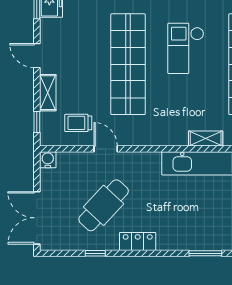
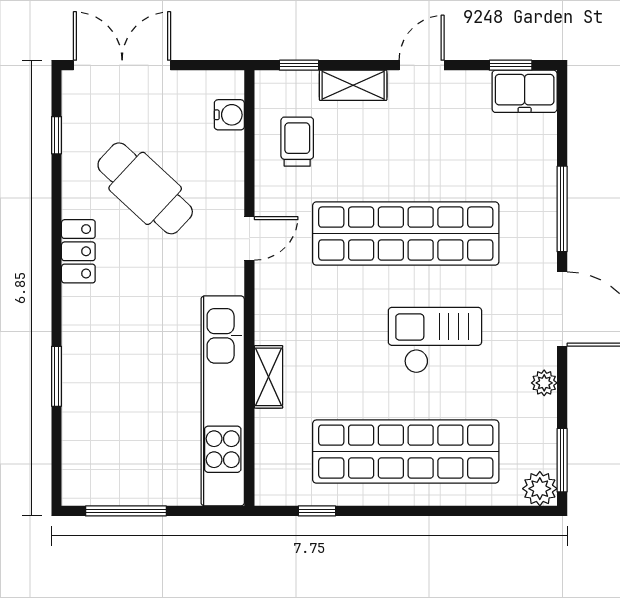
door: (106, 149) -> (249, 238), moved
water cooler: (48, 160) -> (229, 115), moved
window: (95, 253) -> (57, 135), moved

